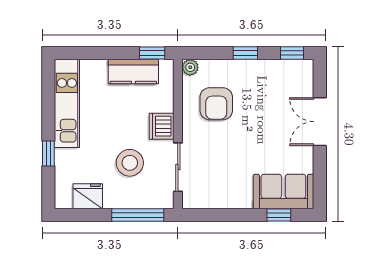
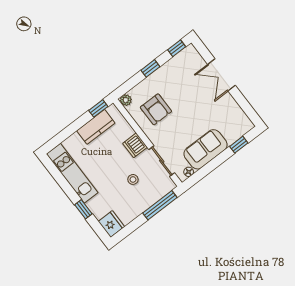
stool: (130, 163) -> (133, 179), width x0.53, depth x0.53
sofa: (283, 191) -> (206, 149), moved
fridge: (88, 196) -> (111, 224), moved, turned 90
floor lamp: (199, 202) -> (189, 172), added

